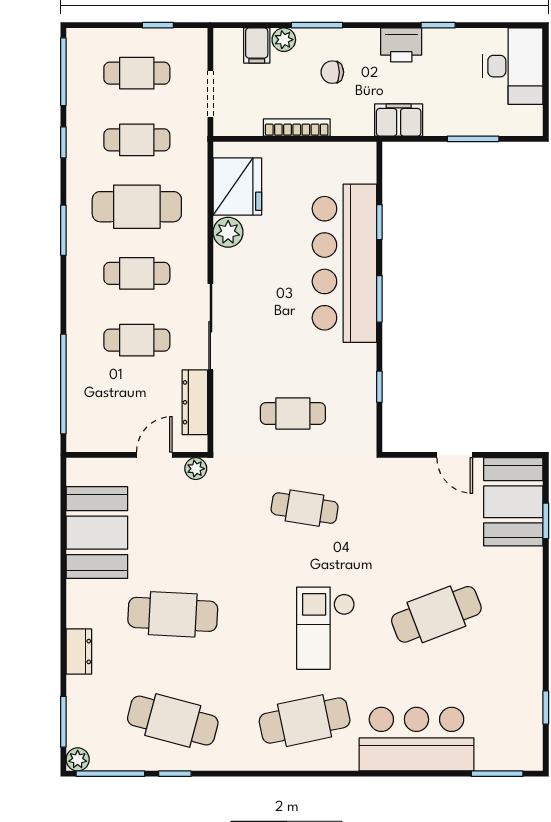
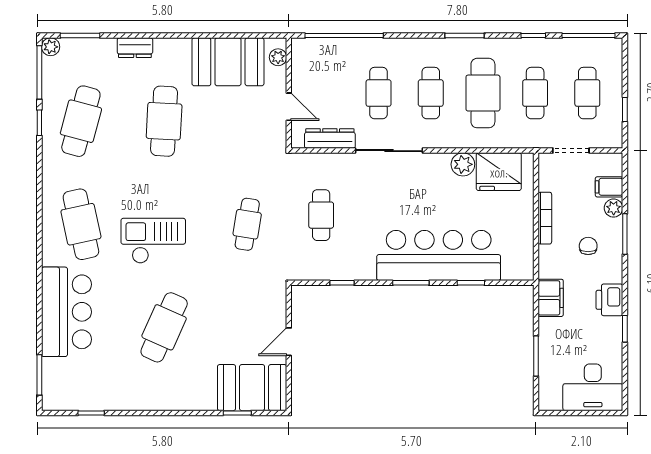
plant: (196, 469) -> (278, 57), moved
cafe table: (436, 614) -> (164, 327), turned 45

